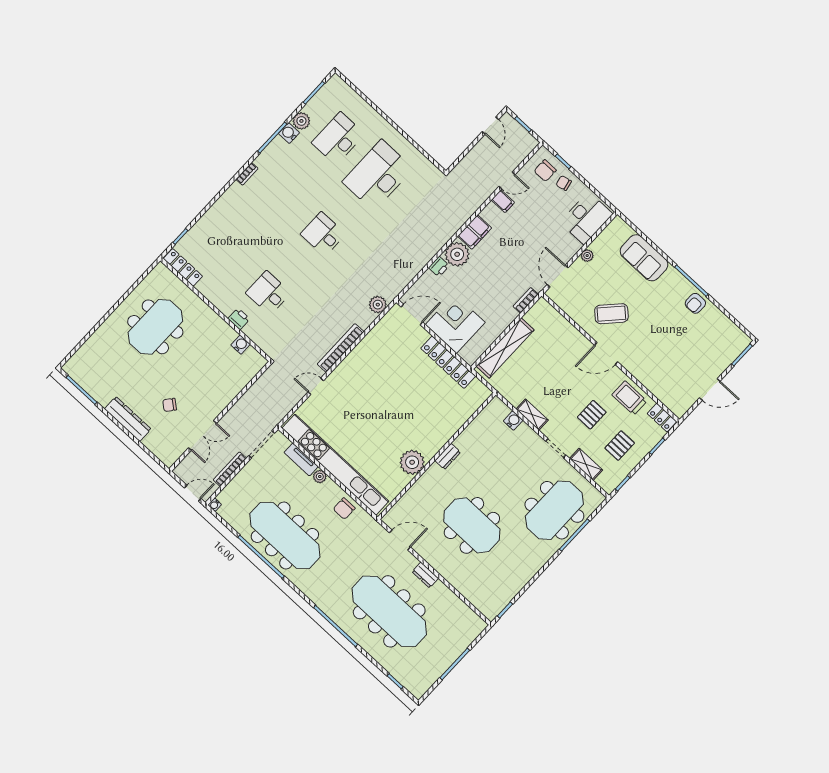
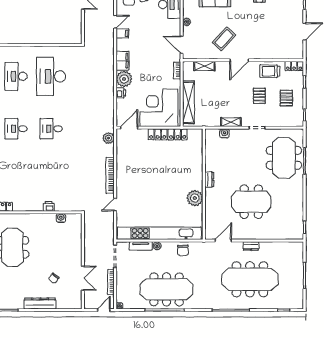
desk: (268, 293) -> (16, 129), moved
corner desk: (455, 324) -> (159, 108), width x1.36, depth x1.36
shelving: (586, 464) -> (204, 66), moved

